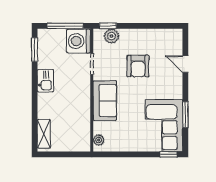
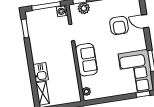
washing machine: (79, 41) -> (62, 11), width x0.53, depth x0.53
armchair: (138, 66) -> (119, 25), moved
kitchen sink: (45, 81) -> (41, 72), moved

